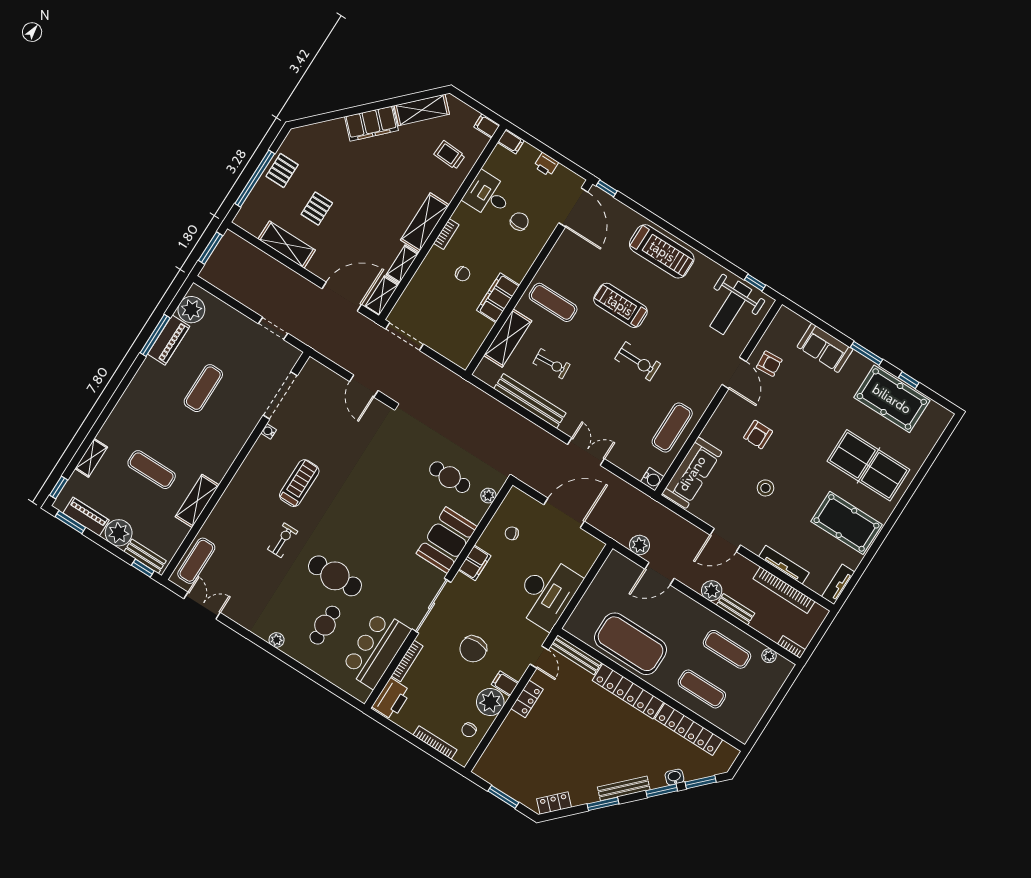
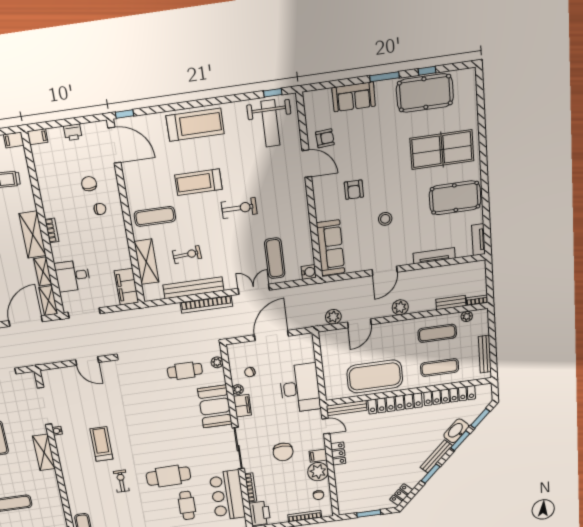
desk: (488, 195) -> (73, 276), moved
chair: (463, 274) -> (100, 209), moved
filing cabinet: (498, 298) -> (126, 287), moved
exercise mat: (672, 428) -> (275, 258), moved
shelving: (197, 501) -> (44, 452), moved
plant: (485, 542) -> (238, 390), added
bookcase: (784, 590) -> (206, 304), moved
bench: (735, 609) -> (451, 303), moved
bench: (757, 713) -> (485, 354), added
washbasin: (674, 777) -> (456, 431), width x1.91, depth x1.45

